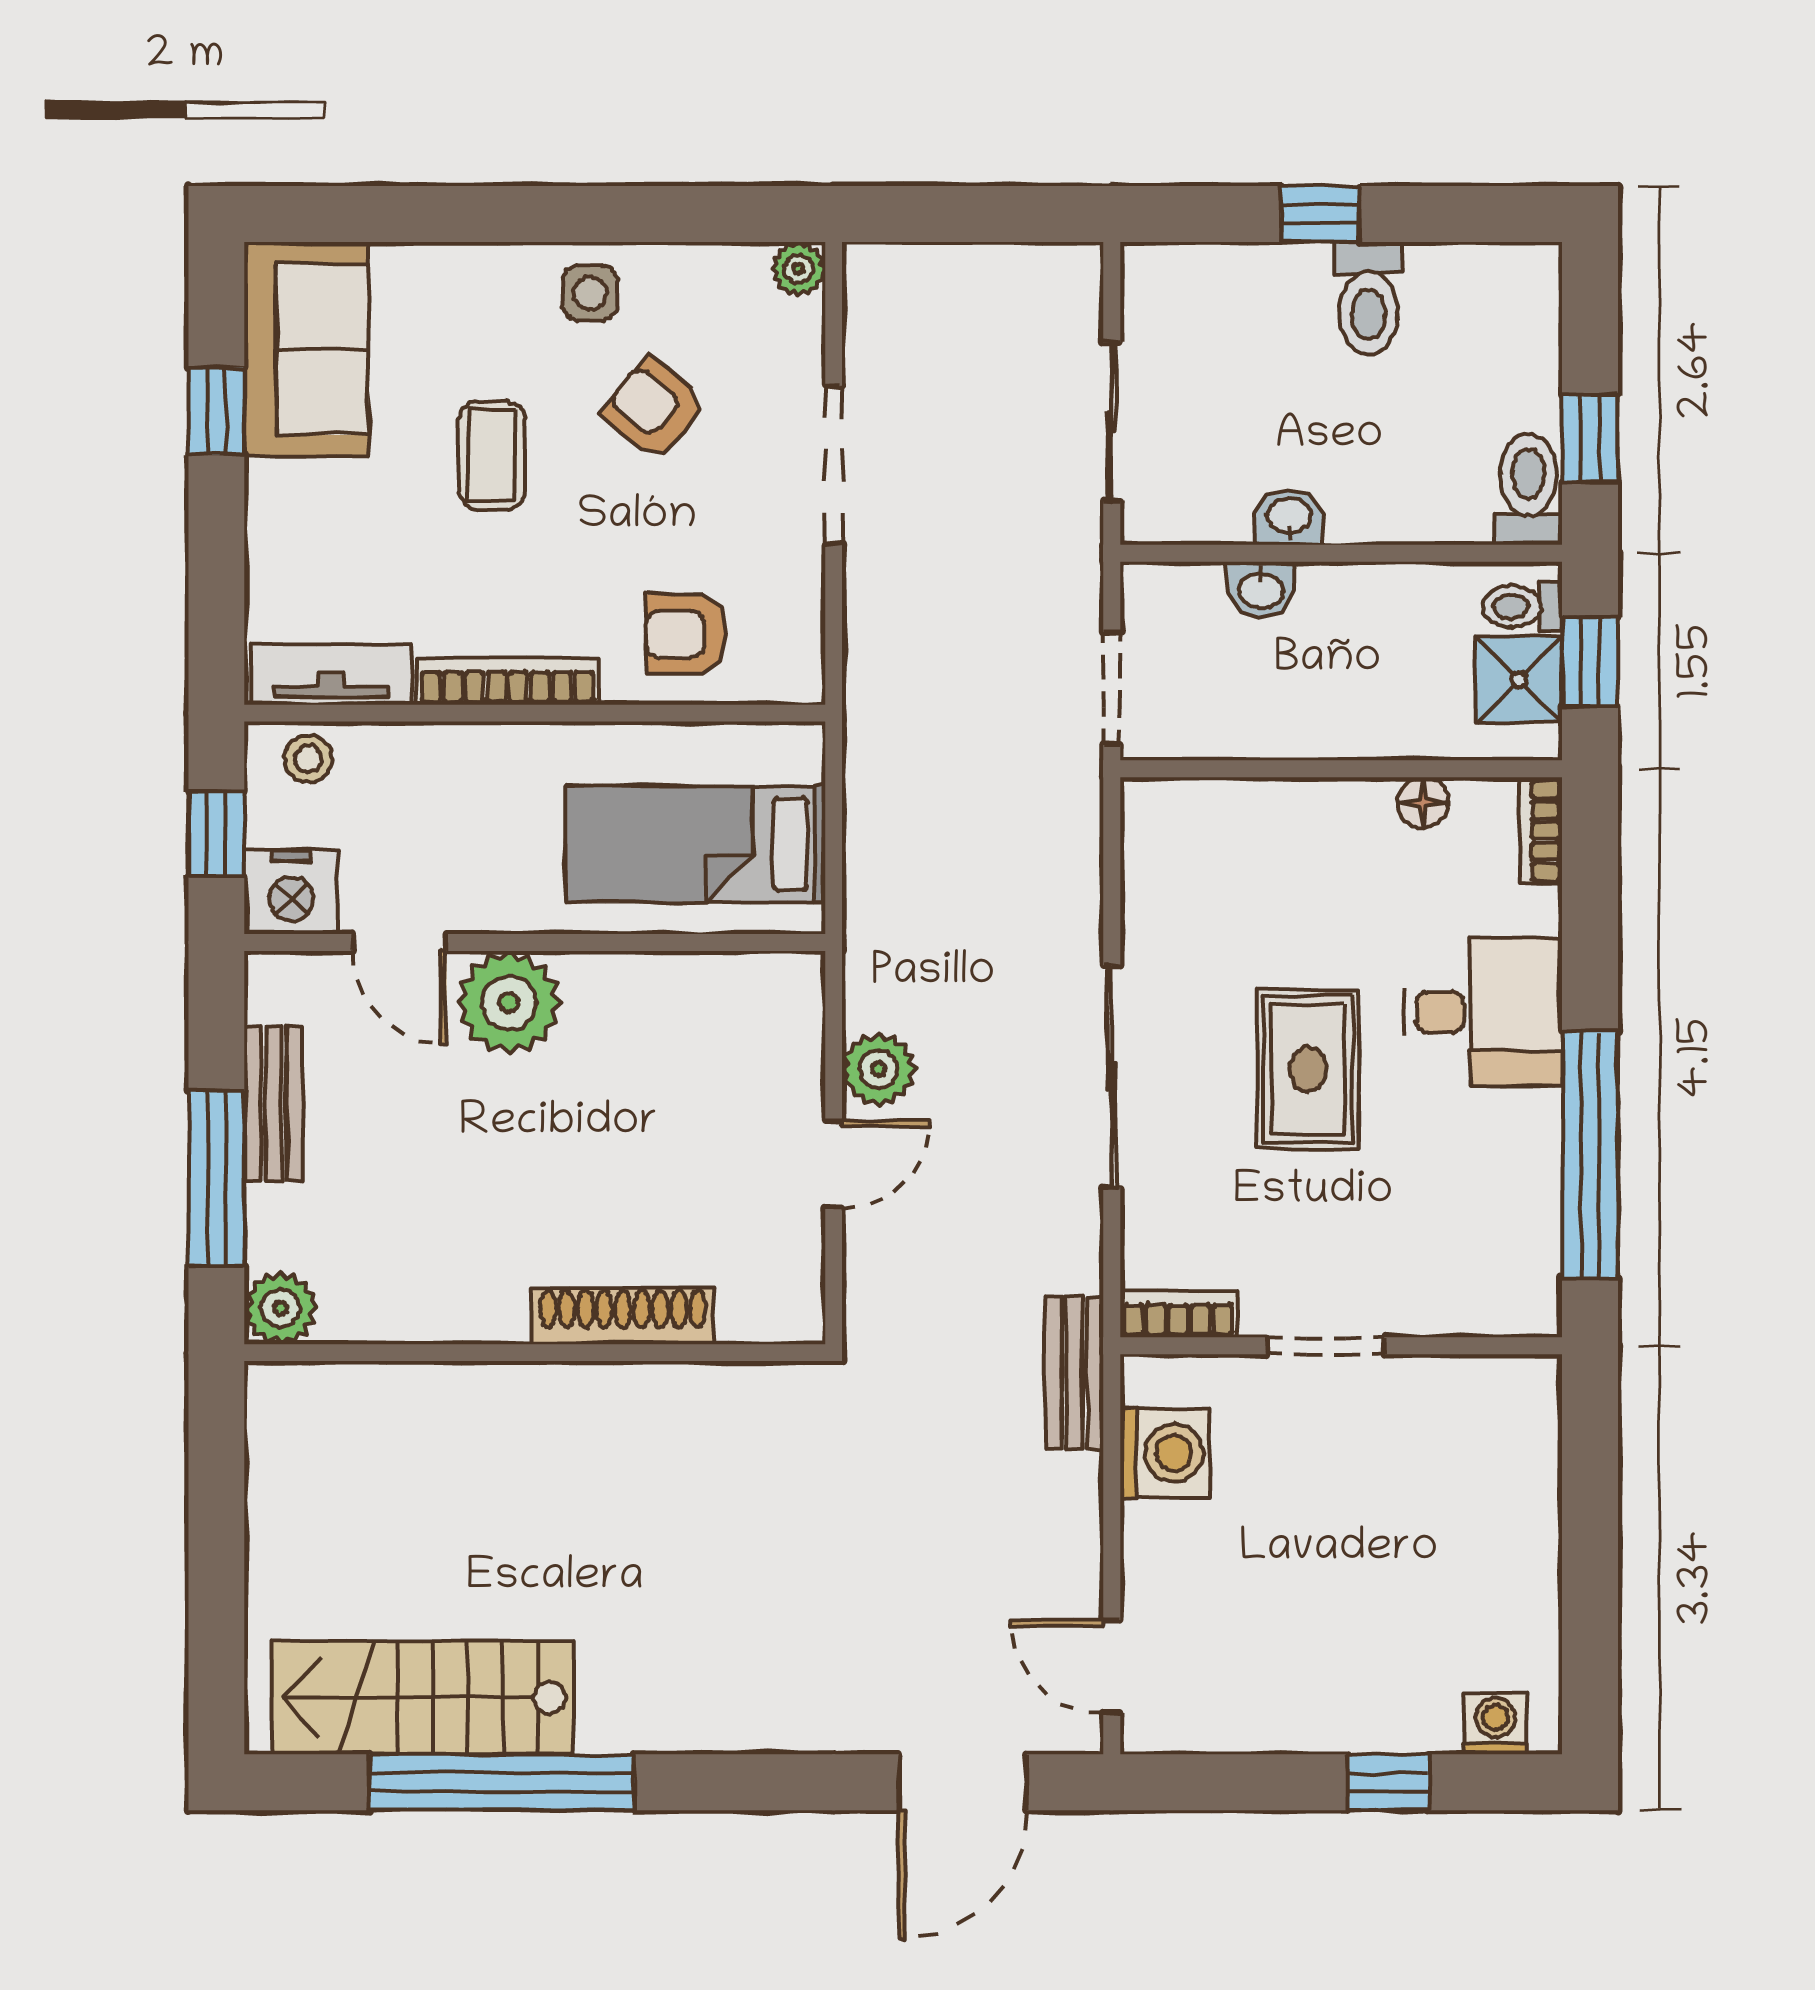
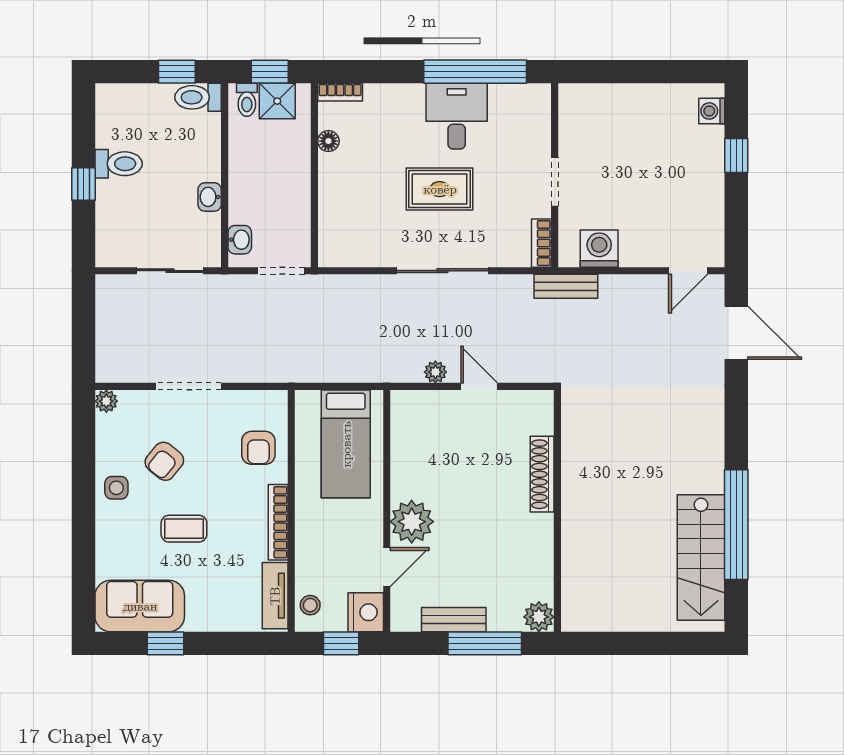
washbasin: (1261, 589) -> (240, 240), moved
desk: (1483, 1012) -> (457, 116), moved
plant: (879, 1069) -> (435, 372), width x0.73, depth x0.73

